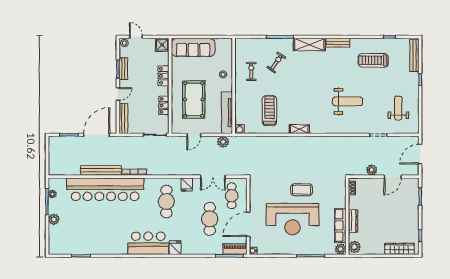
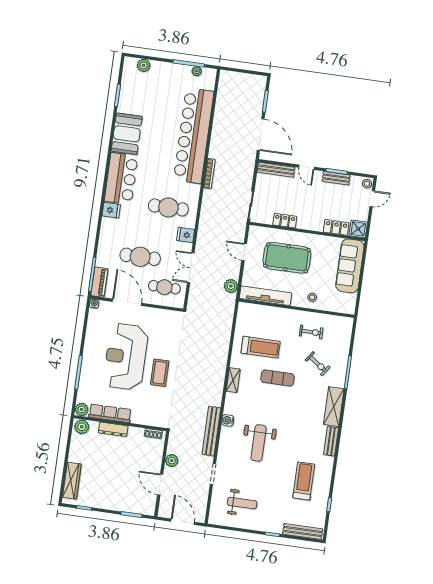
locker: (163, 76) -> (336, 227), moved
exercise mat: (292, 93) -> (278, 378), added
water cooler: (240, 129) -> (228, 420), moved
bench: (101, 170) -> (211, 431), moved
plant: (54, 219) -> (144, 65), moved
booth: (111, 244) -> (127, 134), added

